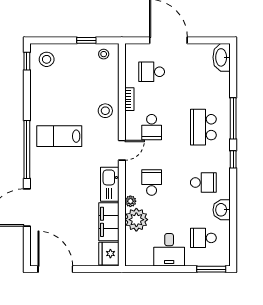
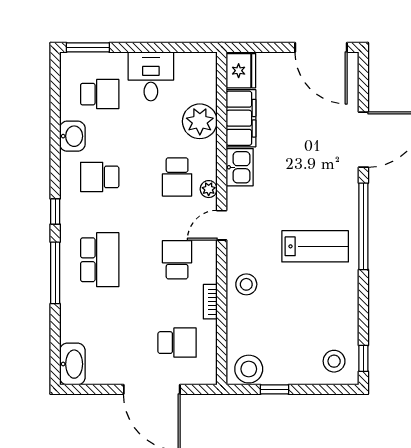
stool: (104, 54) -> (249, 369), width x1.89, depth x1.89
kitchen sink: (110, 184) -> (240, 167), width x0.73
plant: (130, 201) -> (209, 189), moved

